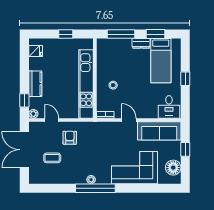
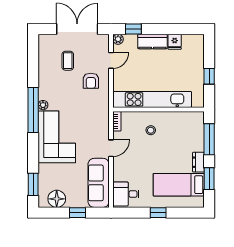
fridge: (36, 51) -> (175, 42), moved
armchair: (70, 138) -> (91, 81), turned 90
corner sofa: (134, 168) -> (57, 137), moved
window: (161, 188) -> (33, 184), added

